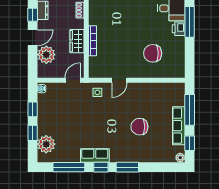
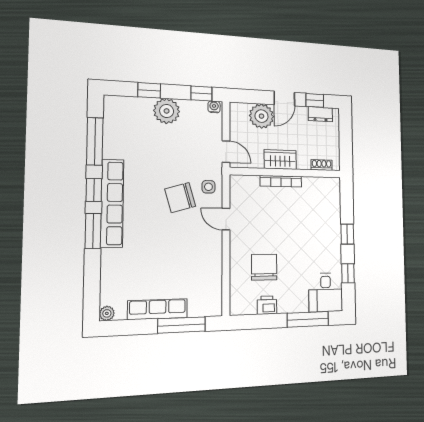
printer: (179, 29) -> (267, 305), moved
door: (33, 38) -> (284, 99), hinge flipped
window: (33, 109) -> (201, 93), moved
chair: (139, 127) -> (180, 198), moved, turned -106
window: (190, 143) -> (130, 327), removed
plant: (46, 144) -> (167, 111), moved
row of seats: (95, 155) -> (112, 203), width x2.02

